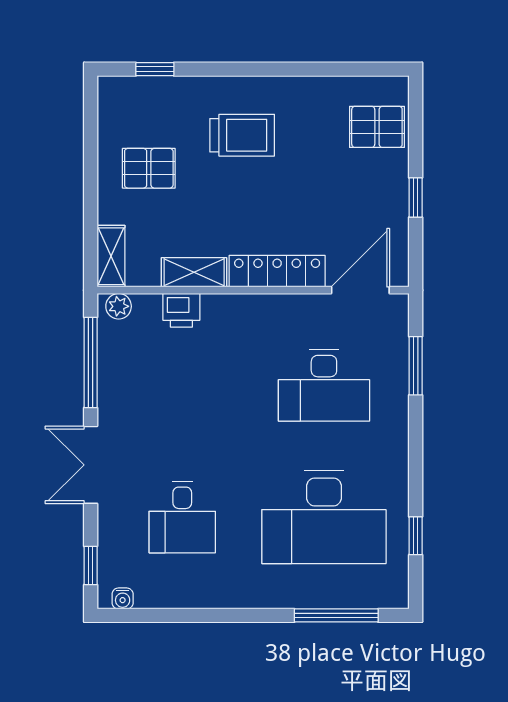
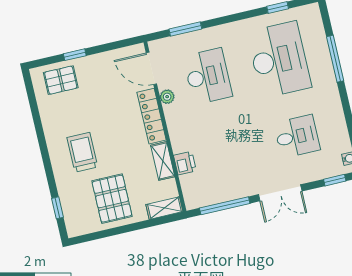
pallet: (377, 127) -> (61, 80), turned 90
pallet: (149, 168) -> (112, 199), width x1.50, depth x1.42
window: (416, 197) -> (75, 55), moved
plant: (119, 306) -> (167, 97), moved
window: (336, 615) -> (335, 59), moved

